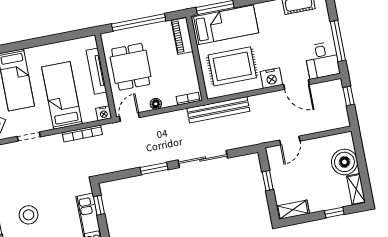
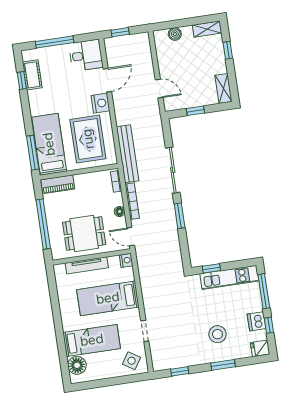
window: (338, 41) -> (55, 42), moved
bookcase: (82, 133) -> (132, 201), moved
boiler: (344, 162) -> (175, 34), width x0.54, depth x0.54

